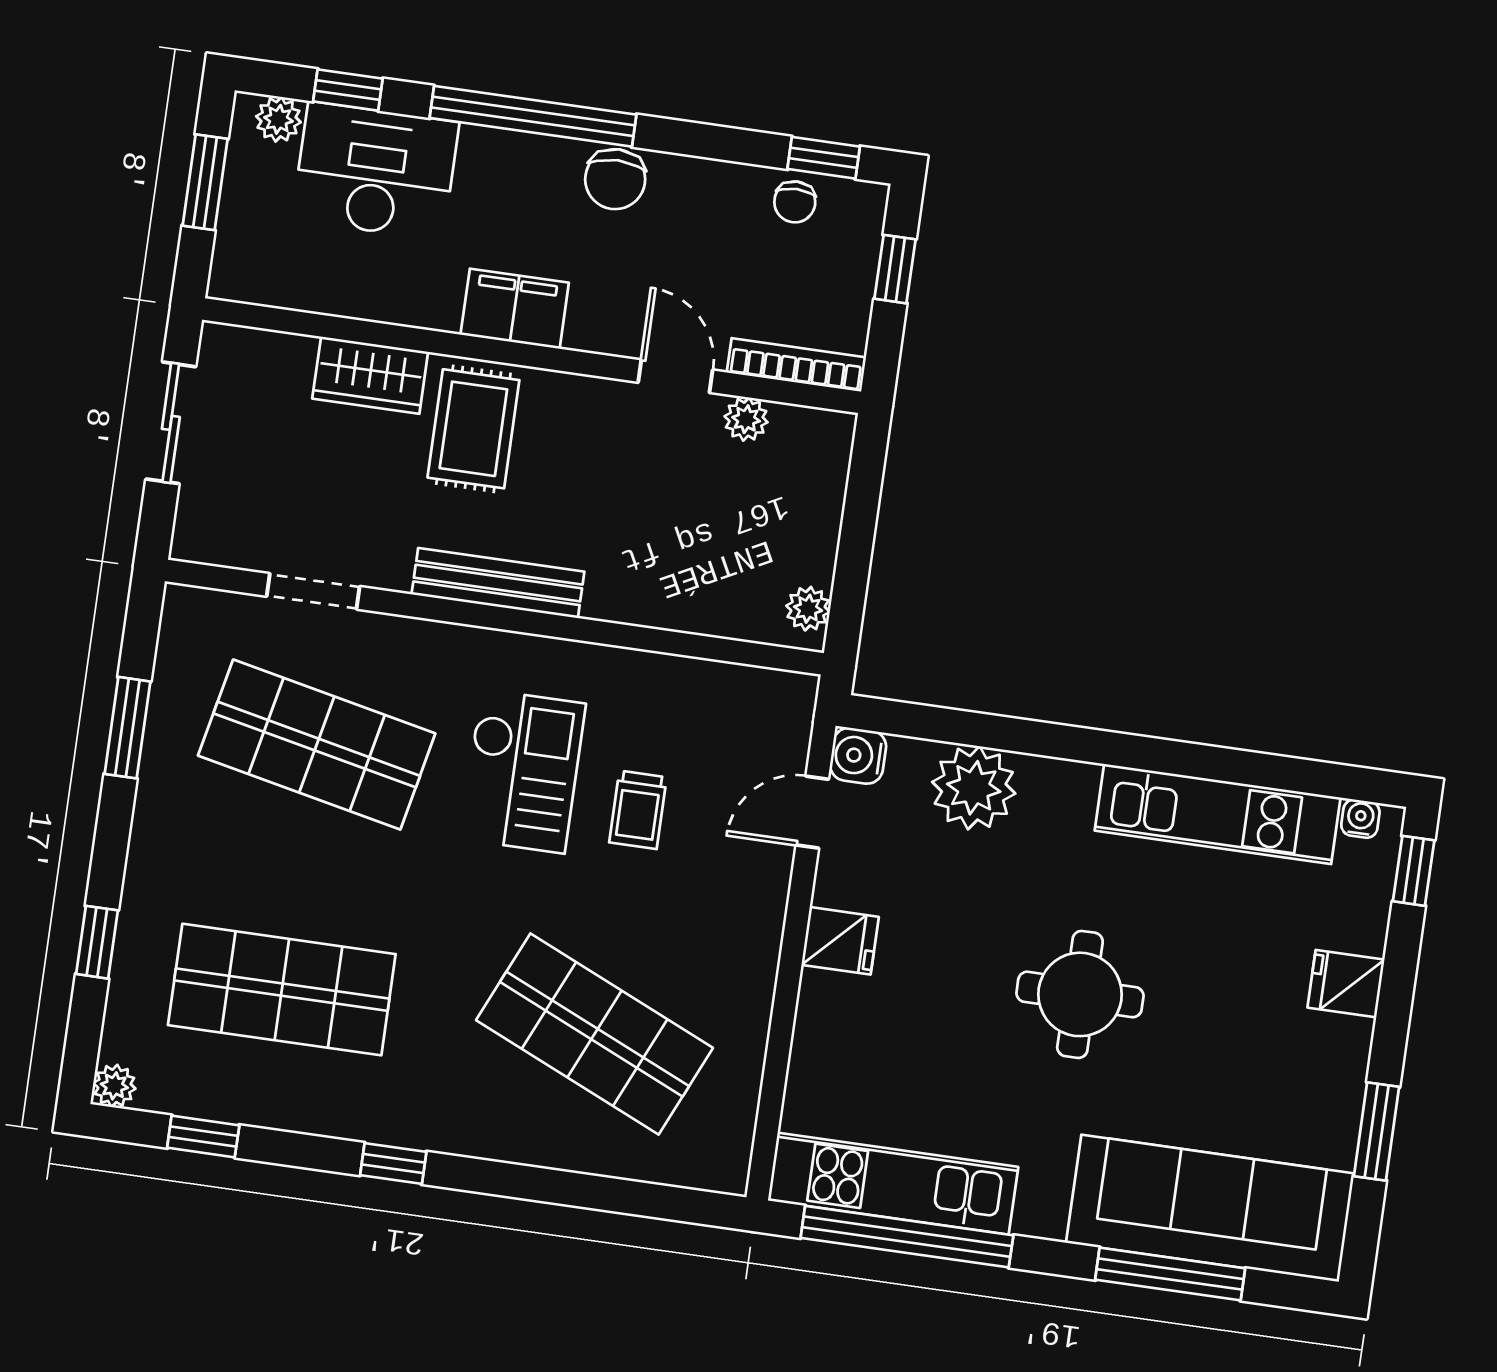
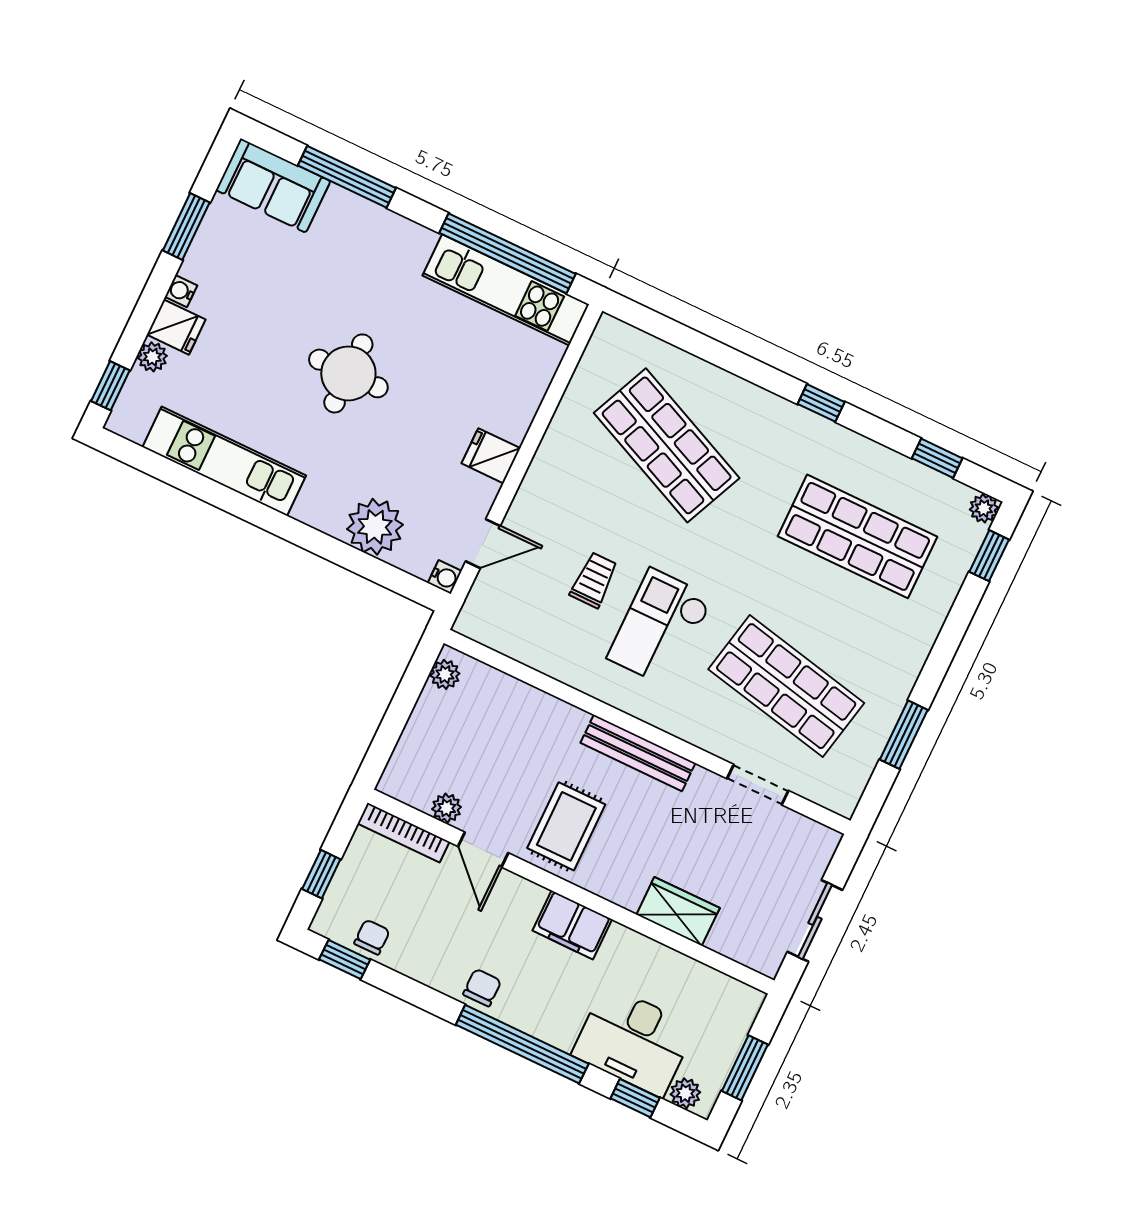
chair: (615, 179) -> (482, 988), width x0.73, depth x0.73
rug: (473, 429) -> (566, 826), moved
water cooler: (858, 756) -> (445, 577), width x0.72, depth x0.72
water cooler: (1360, 819) -> (181, 291), moved, turned 90
plant: (1367, 930) -> (152, 357), added
window: (97, 942) -> (989, 556), moved
sofa: (1210, 1208) -> (273, 186), width x0.54, depth x0.79

